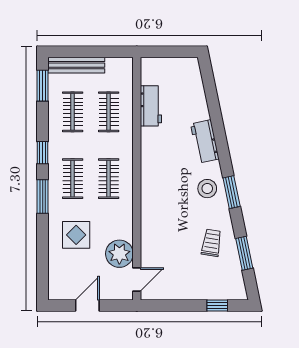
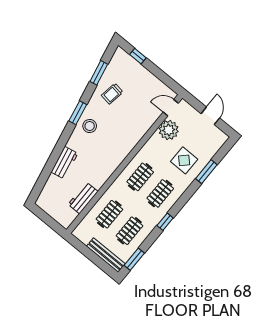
workbench: (205, 141) -> (64, 163), moved
window: (43, 196) -> (206, 172), moved
door: (87, 306) -> (210, 116), swing flipped

